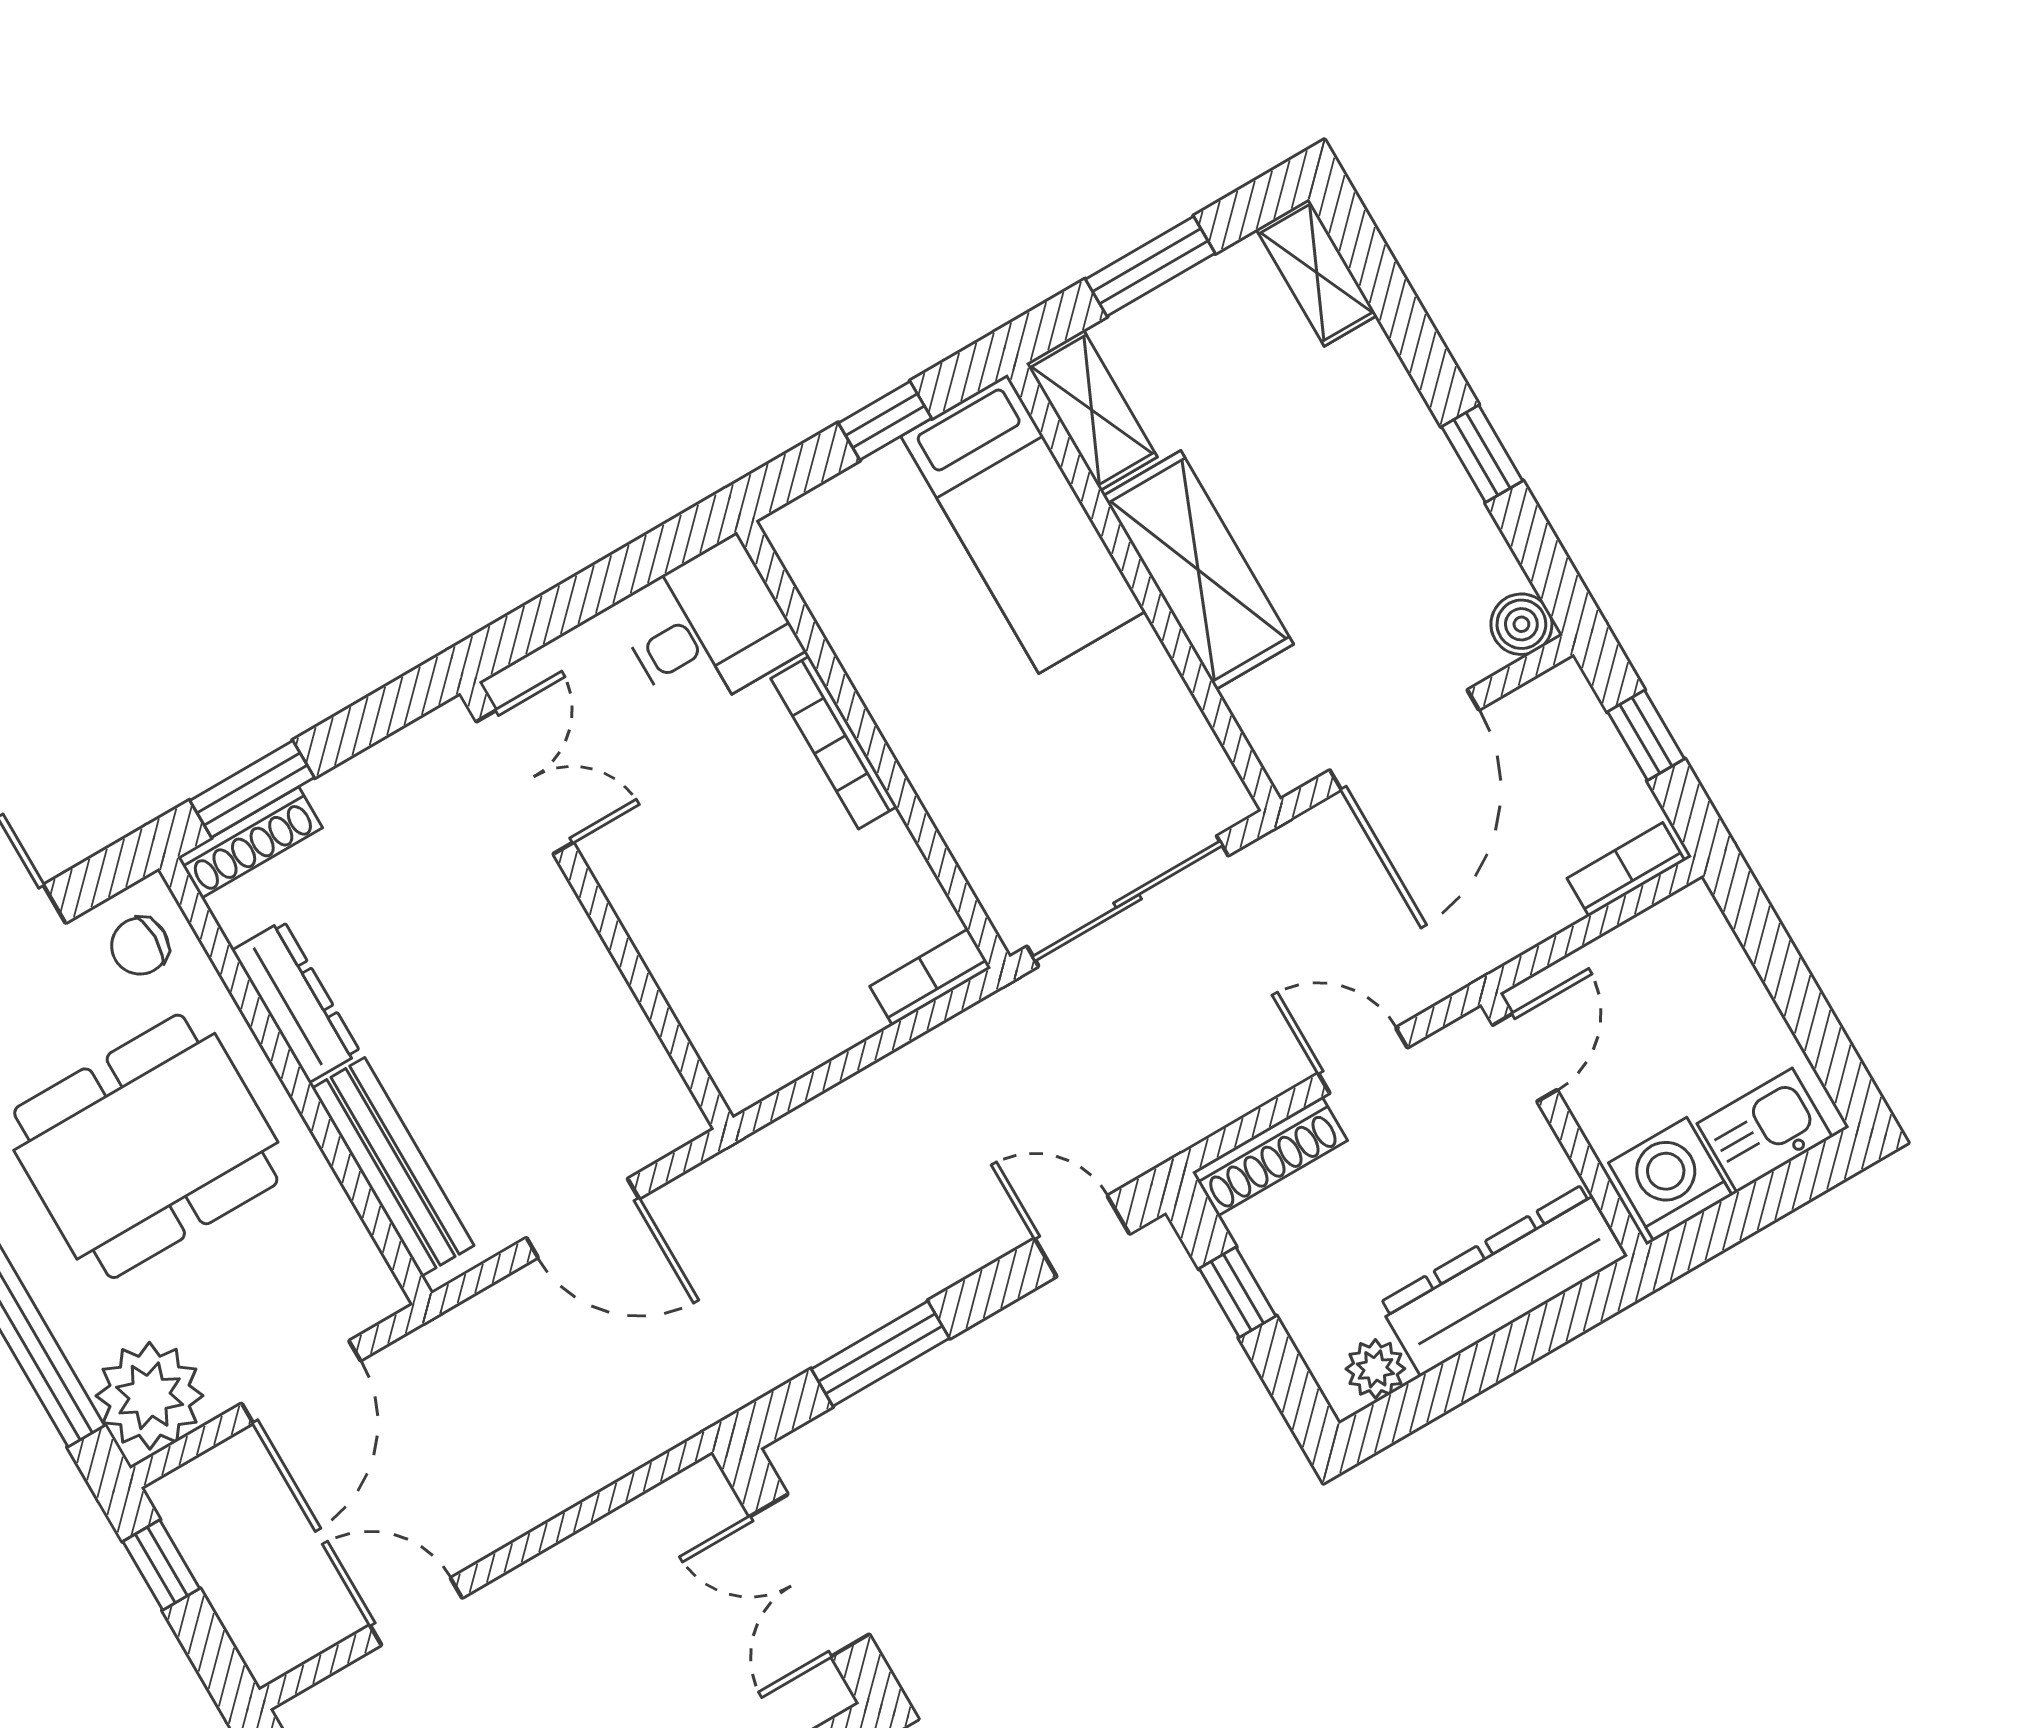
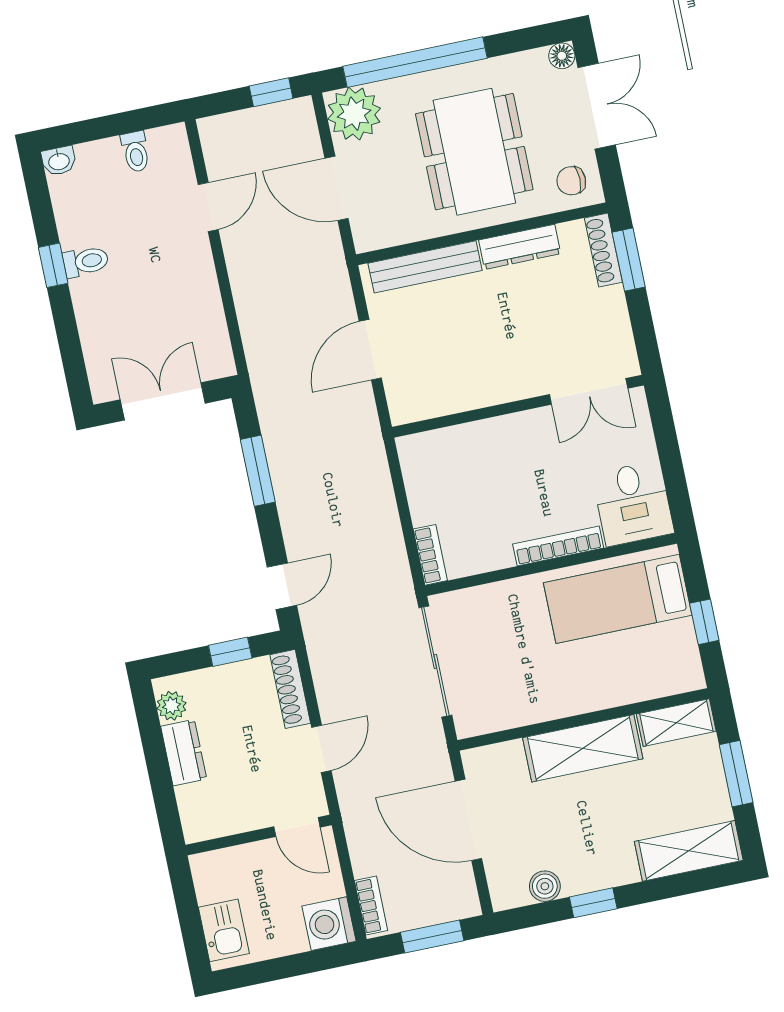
shelving: (1317, 272) -> (689, 851), width x1.50, depth x1.33
bed: (1023, 524) -> (618, 599), moved
boiler: (1521, 624) -> (545, 886), moved
window: (1646, 735) -> (432, 936), width x1.50
chair: (140, 946) -> (571, 181), turned -90
washing machine: (1670, 1179) -> (329, 924), moved, turned 180
dresser: (1502, 1280) -> (184, 753), width x0.51, depth x0.80

